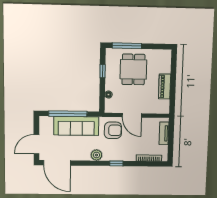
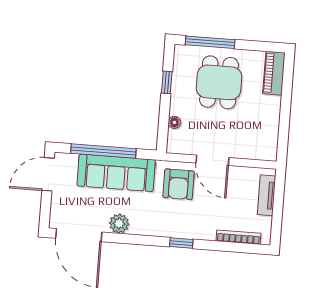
piano: (165, 86) -> (274, 73), moved
armchair: (113, 130) -> (178, 184), turned 90
door: (36, 144) -> (48, 174), moved
plant: (96, 155) -> (119, 224), moved

